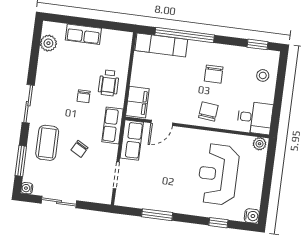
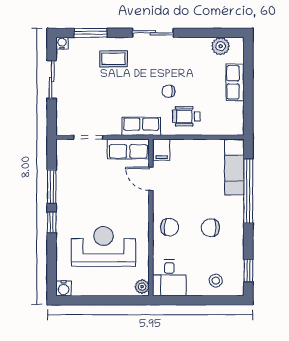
filing cabinet: (137, 102) -> (162, 150), width x0.50
coffee table: (47, 143) -> (113, 59), width x0.73, depth x0.77
chair: (79, 149) -> (111, 94), removed
window: (218, 223) -> (52, 222), moved

